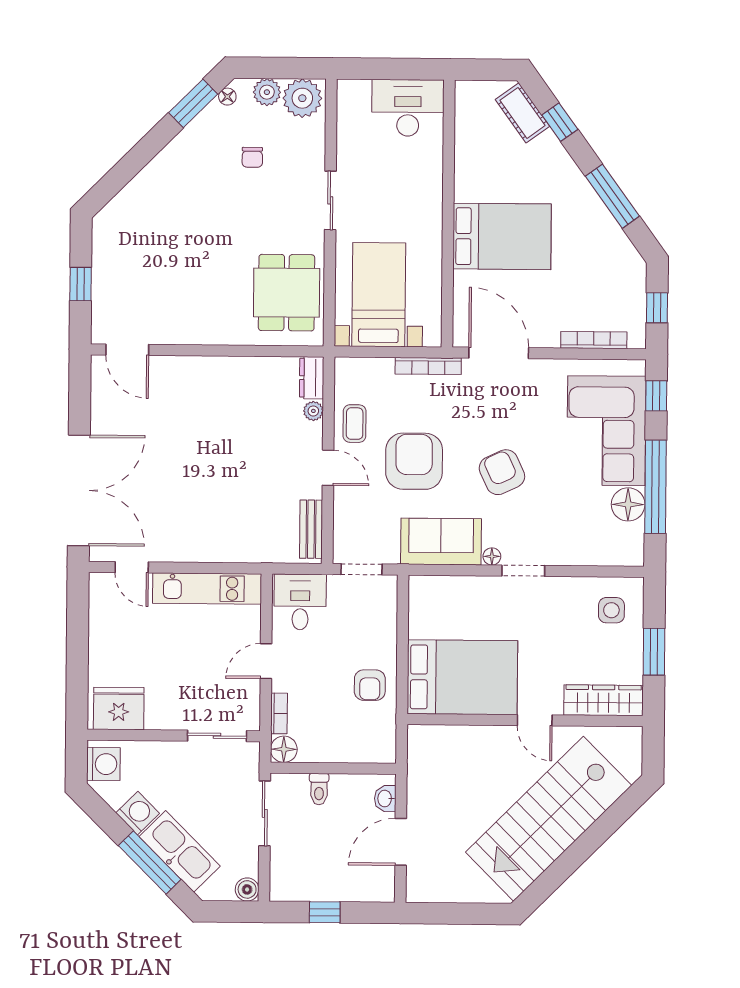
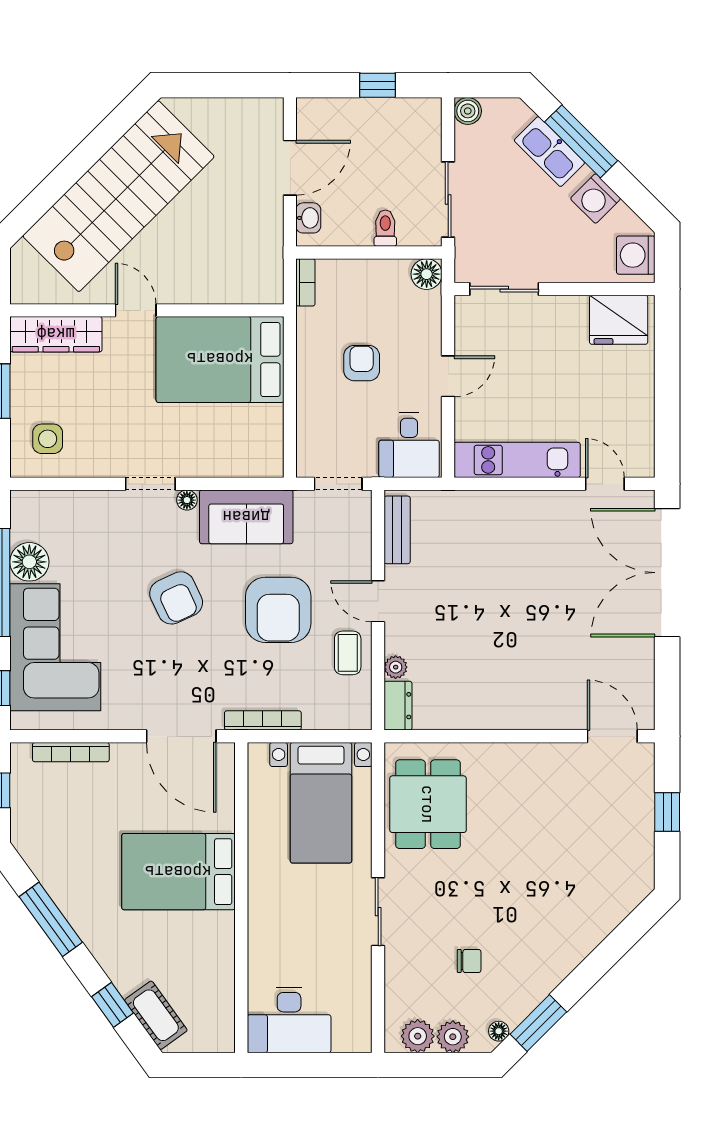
plant: (302, 98) -> (418, 1036), width x0.73, depth x0.73
chair: (252, 157) -> (469, 961), turned 90
armchair: (370, 685) -> (362, 363), moved
bookcase: (279, 713) -> (305, 282), moved, turned 180
kitchen sink: (180, 851) -> (549, 152), width x0.73, depth x0.81

